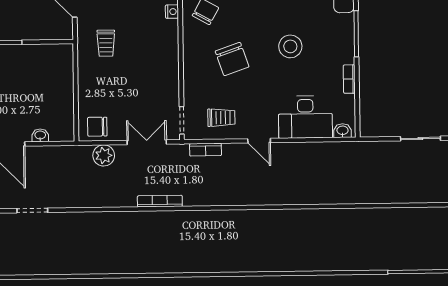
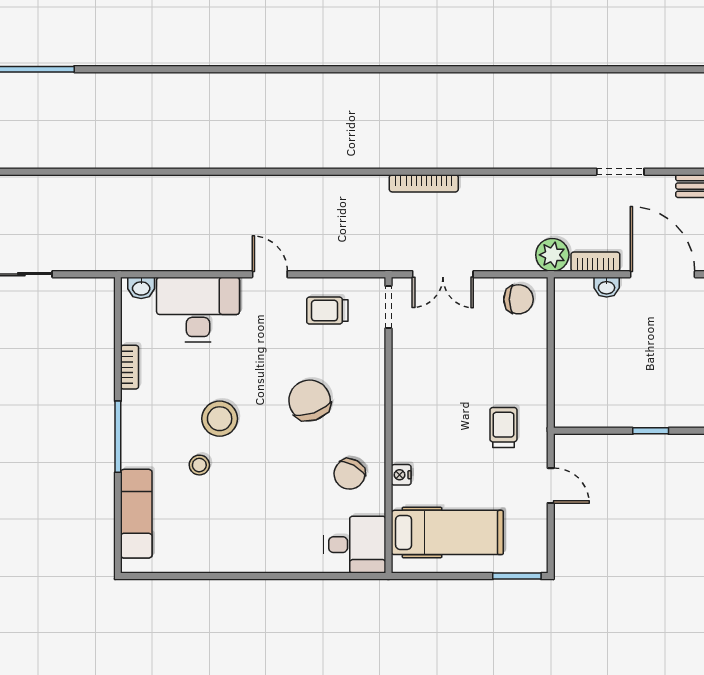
stool: (303, 16) -> (199, 465), added
bookcase: (206, 150) -> (595, 262), moved
plant: (104, 155) -> (552, 255), moved

